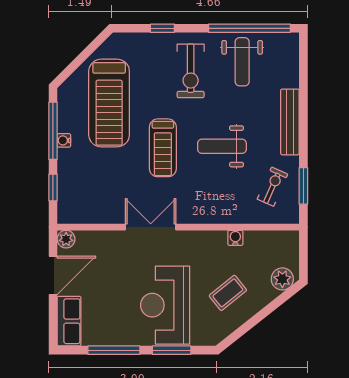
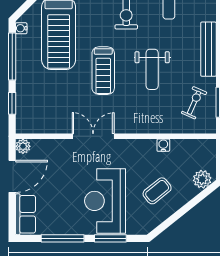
water cooler: (64, 140) -> (21, 28), moved
weight bench: (222, 146) -> (152, 69), turned -90

